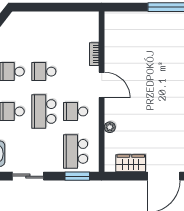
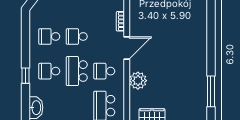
door: (102, 85) -> (127, 48), hinge flipped
plant: (110, 127) -> (138, 81), width x1.87, depth x1.87

